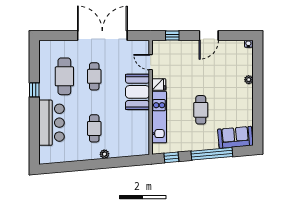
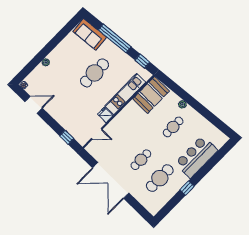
door: (209, 36) -> (34, 105), moved
door: (151, 62) -> (97, 134), hinge flipped
booth: (138, 92) -> (151, 95), moved
cafe table: (201, 110) -> (95, 73), width x1.37, depth x1.35

